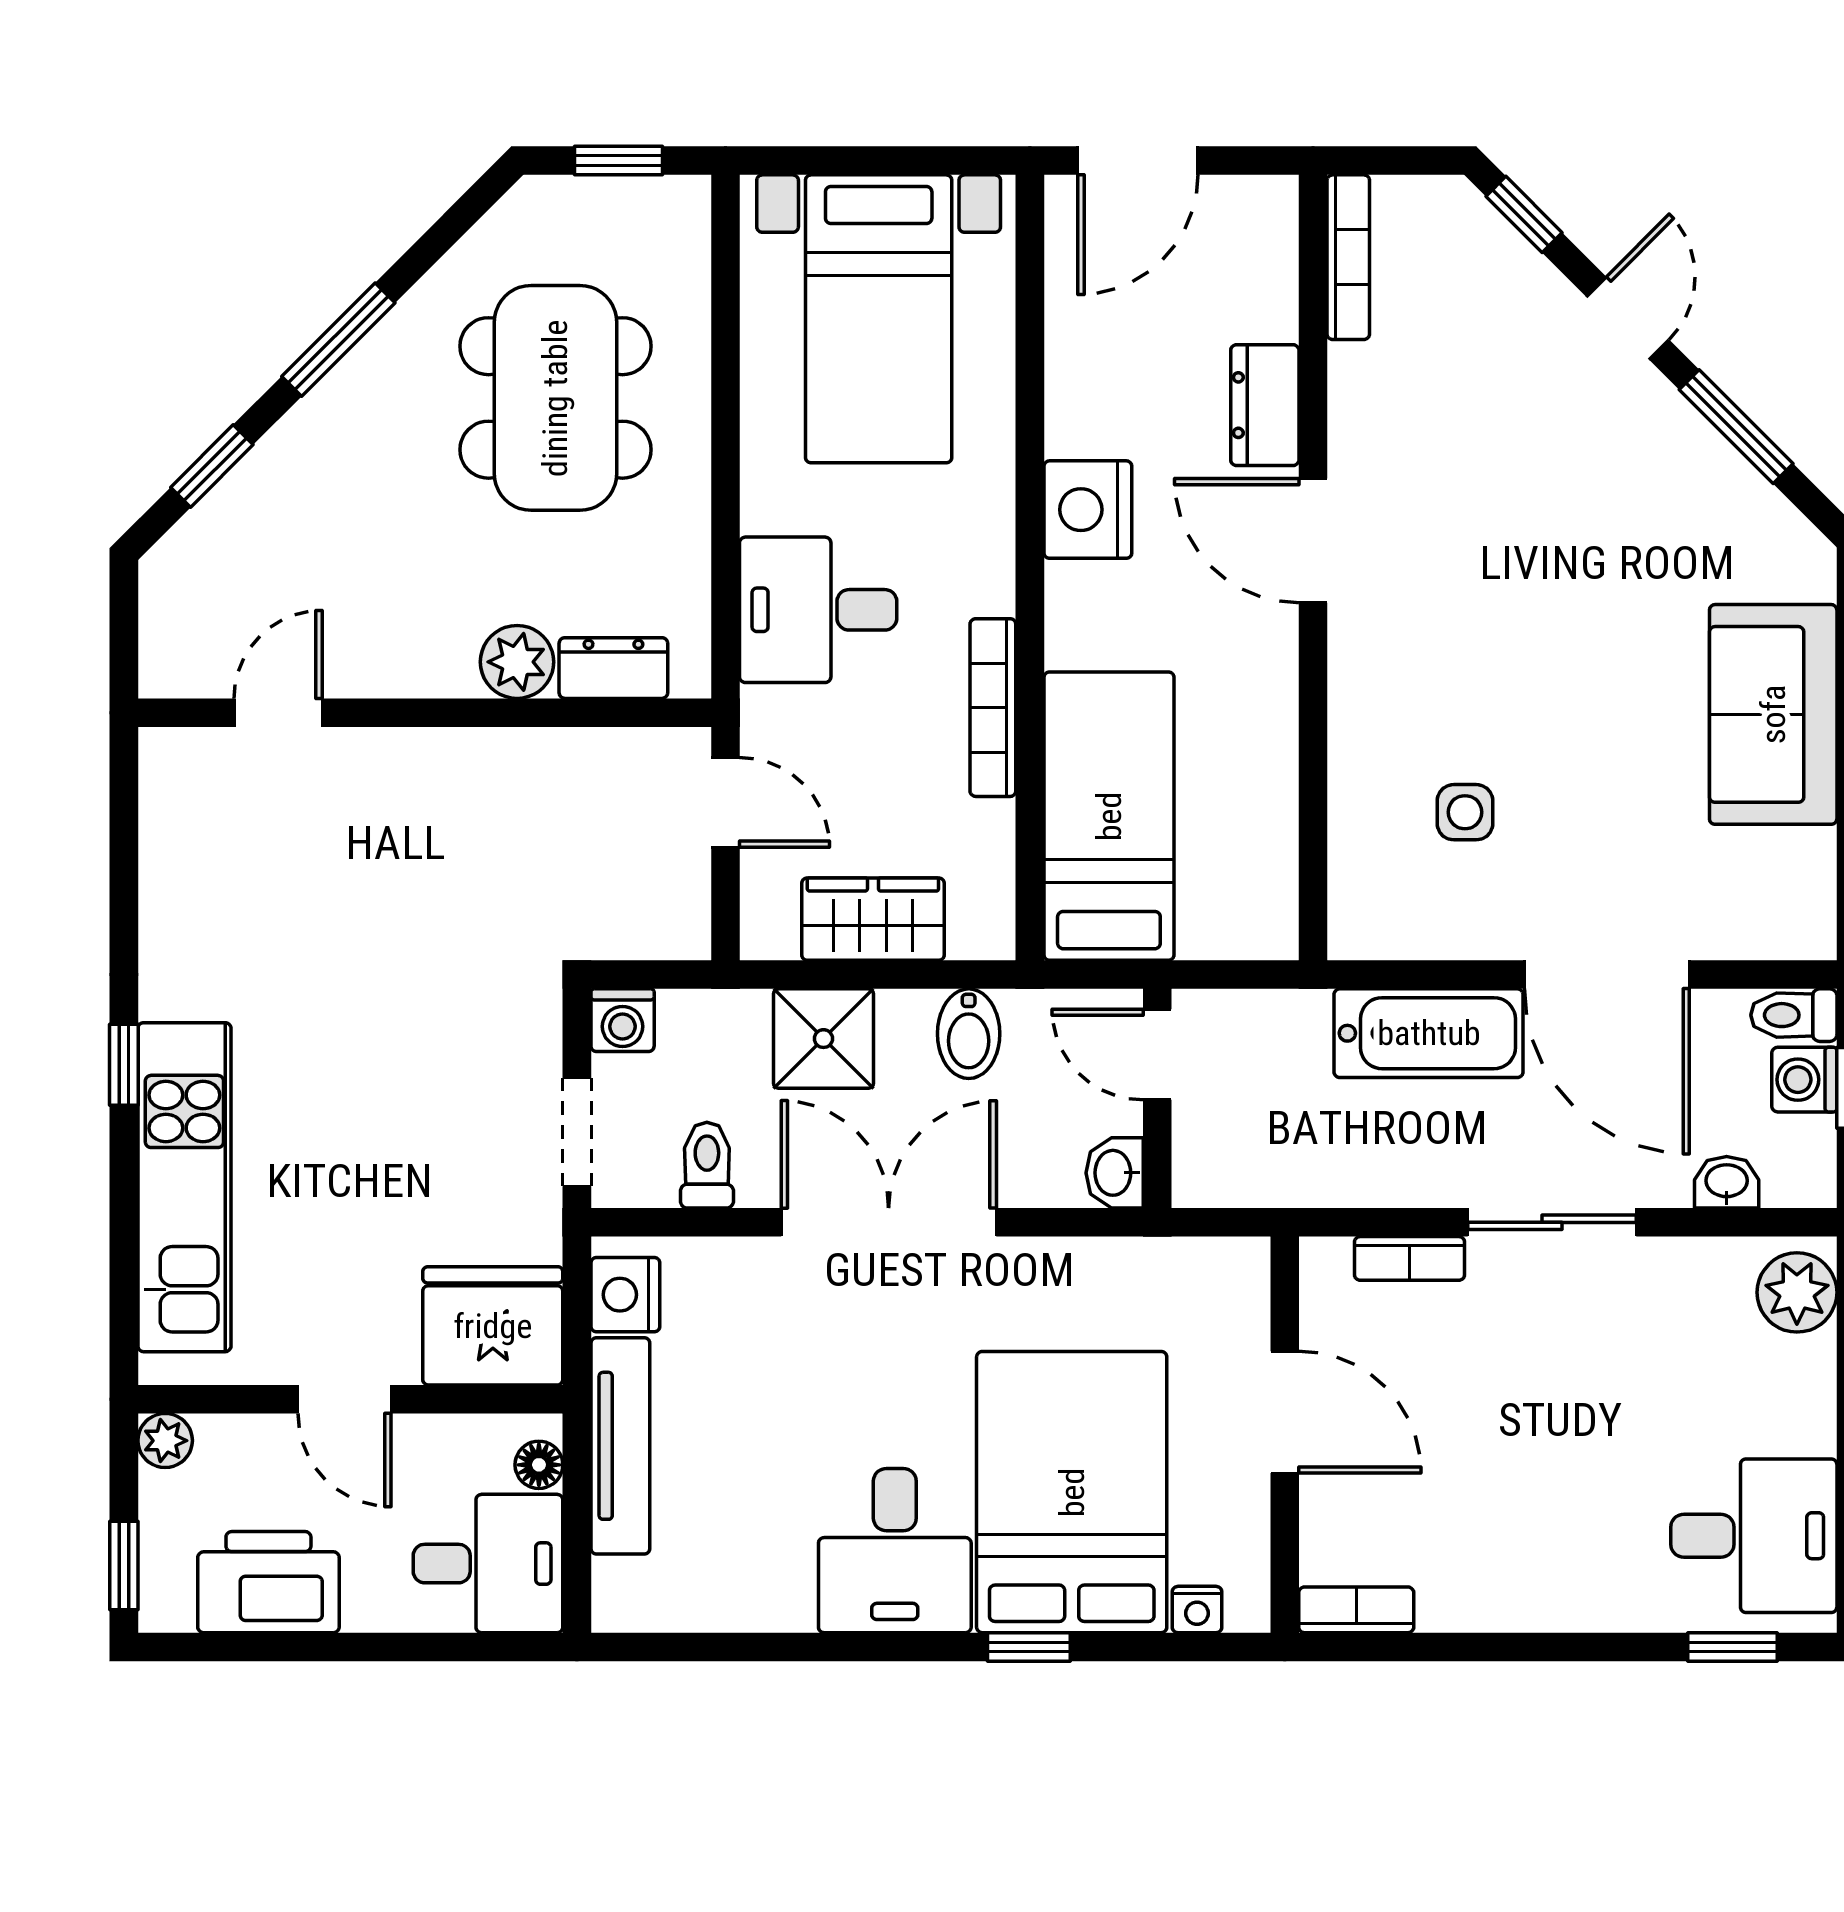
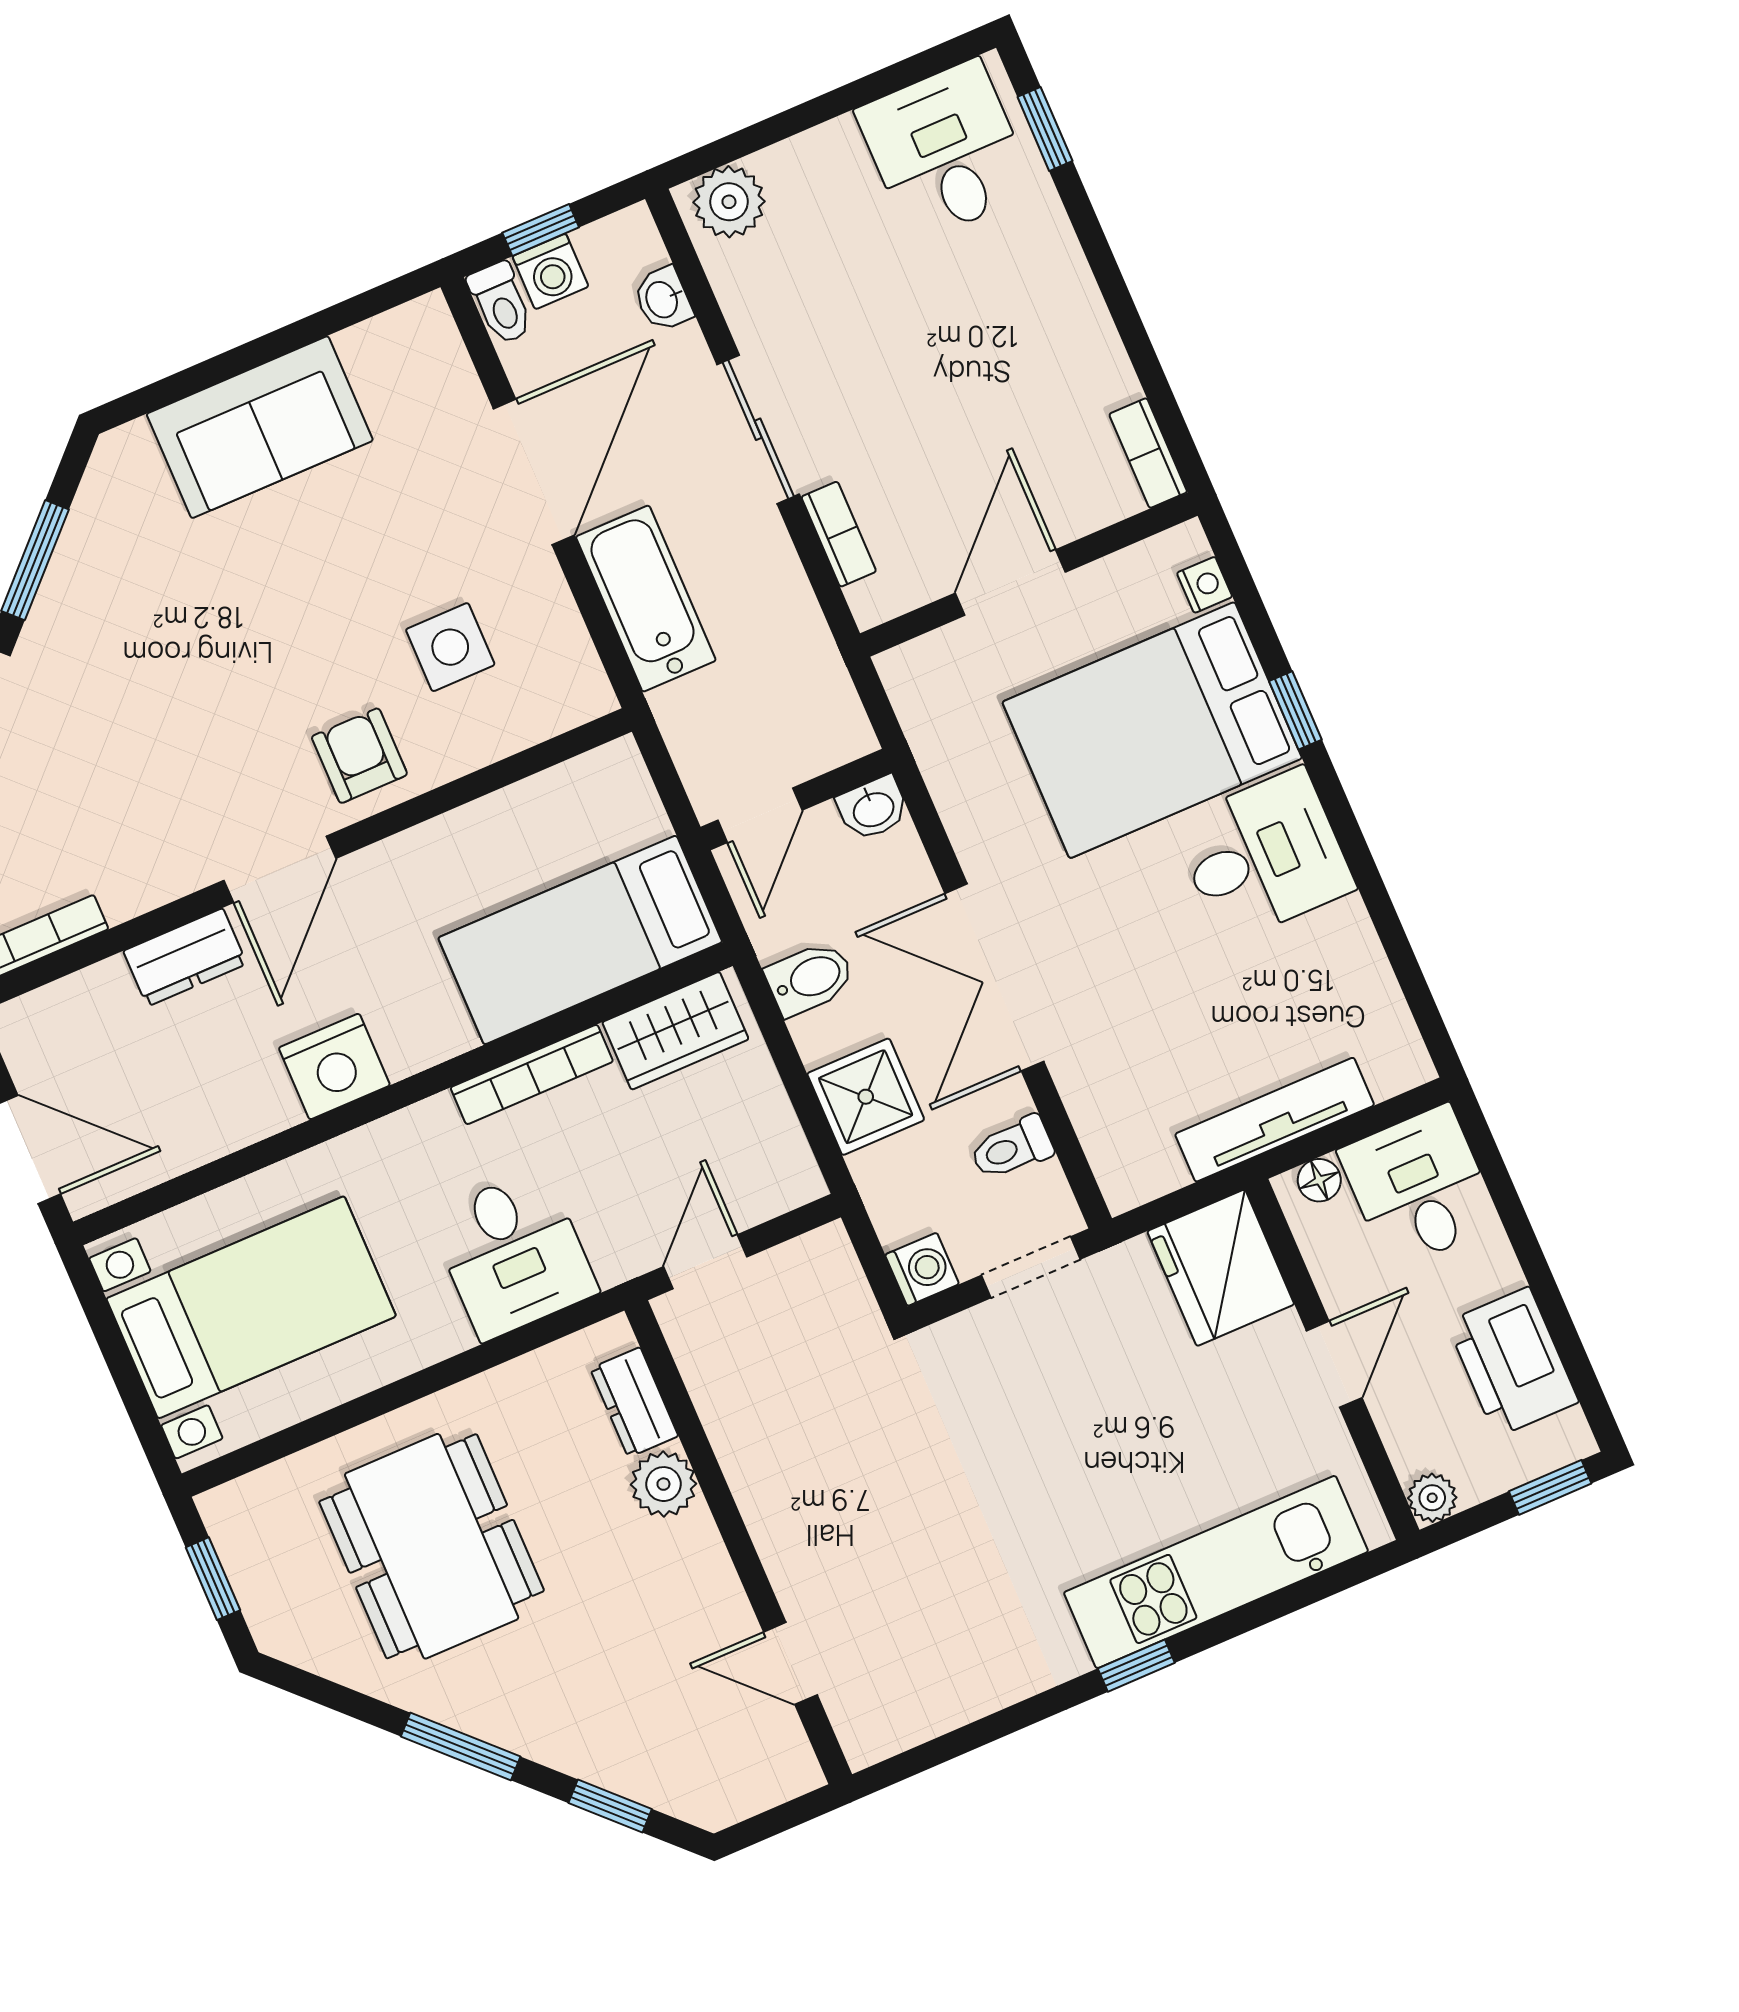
dining table: (555, 398) -> (432, 1546), turned 90
armchair: (1394, 672) -> (359, 756), added
side table: (1465, 812) -> (450, 647), width x1.37, depth x1.37
wardrobe: (873, 919) -> (675, 1031), moved, turned -90
nightstand: (625, 1295) -> (1148, 1169), removed

